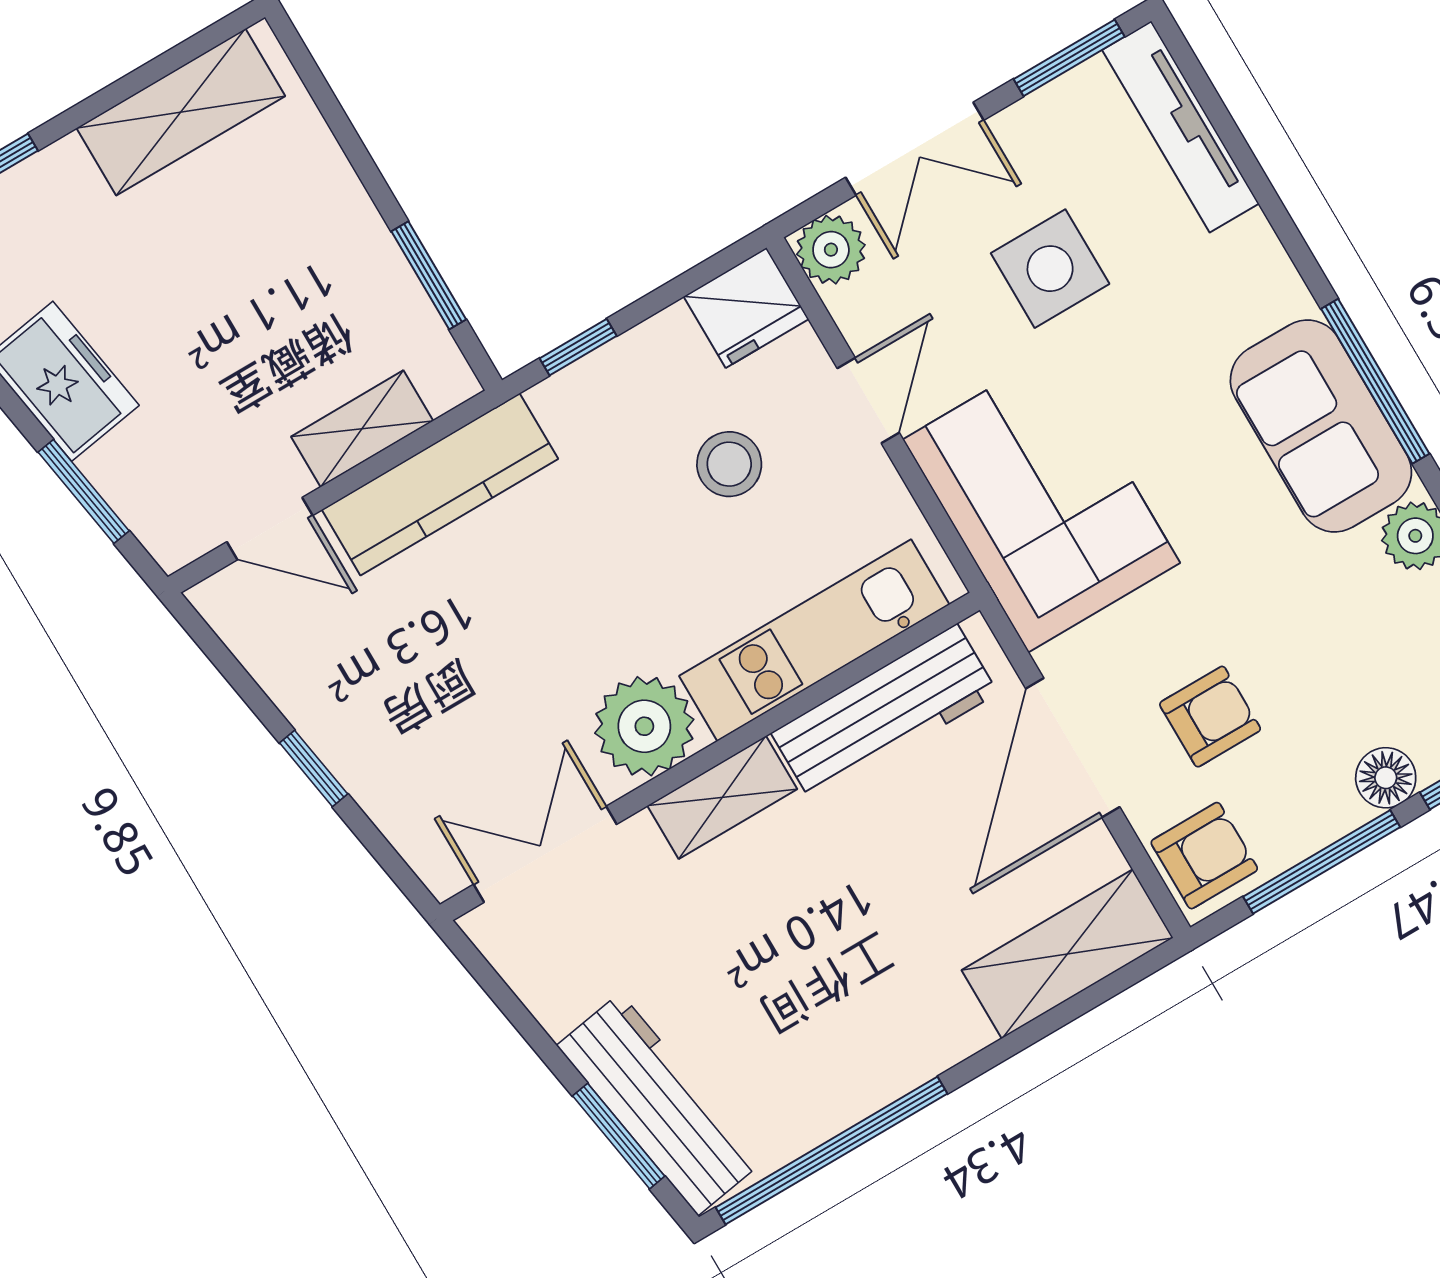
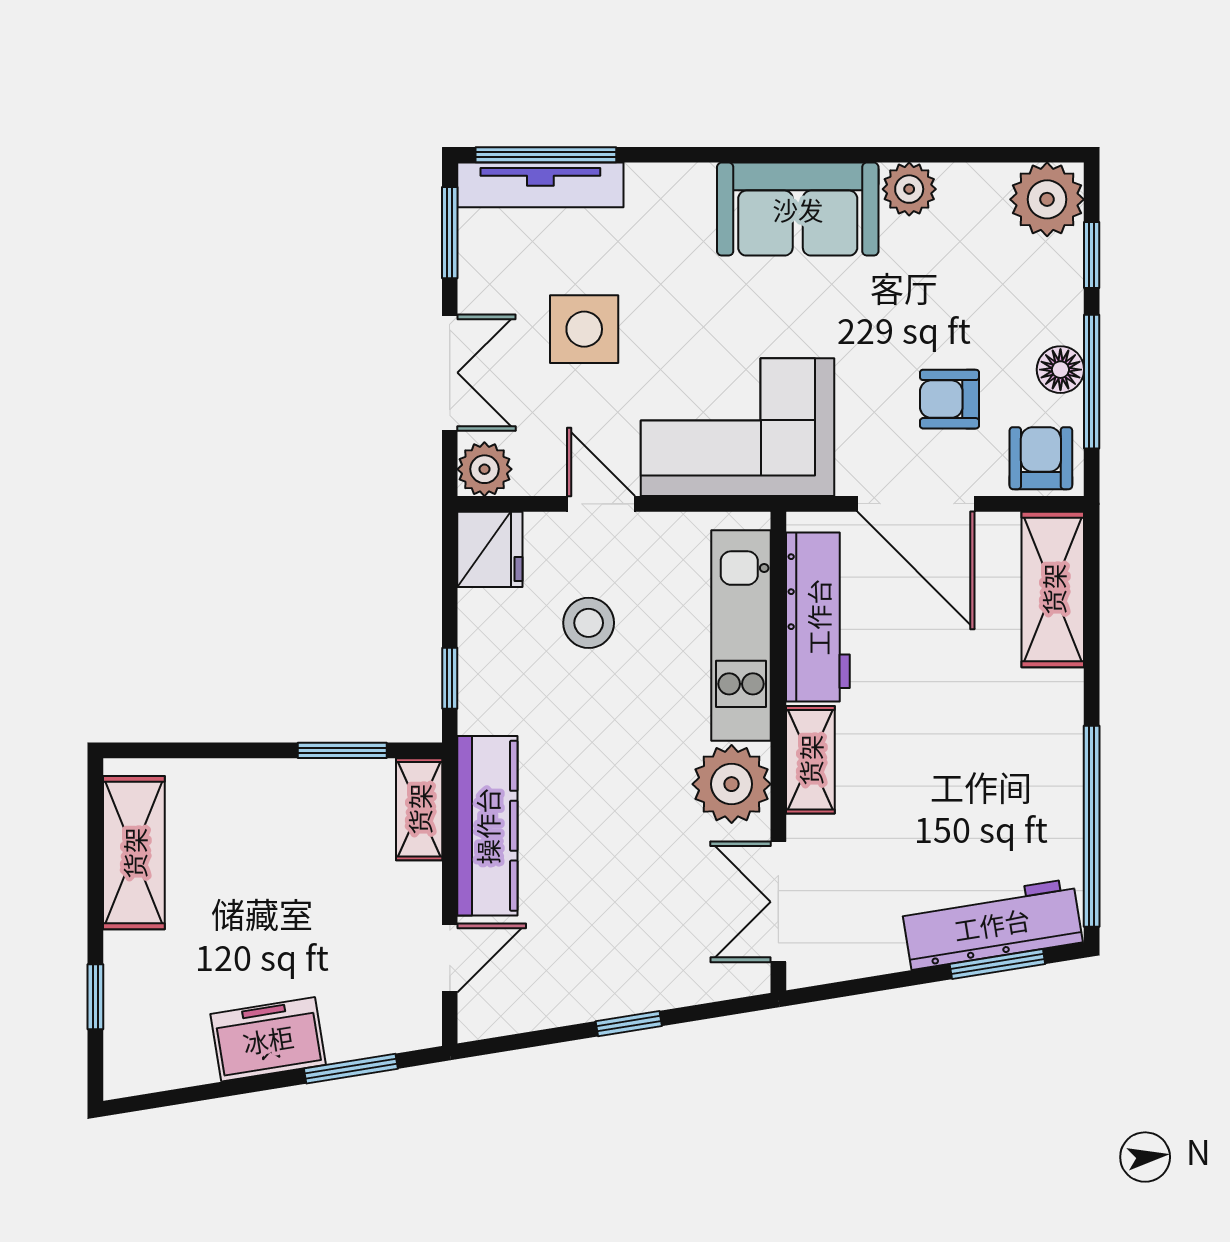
window: (1375, 381) -> (546, 155), moved
shelving: (362, 429) -> (419, 809), moved
armchair: (1210, 717) -> (949, 399), turned -90
floor lamp: (1386, 778) -> (1060, 370), moved

